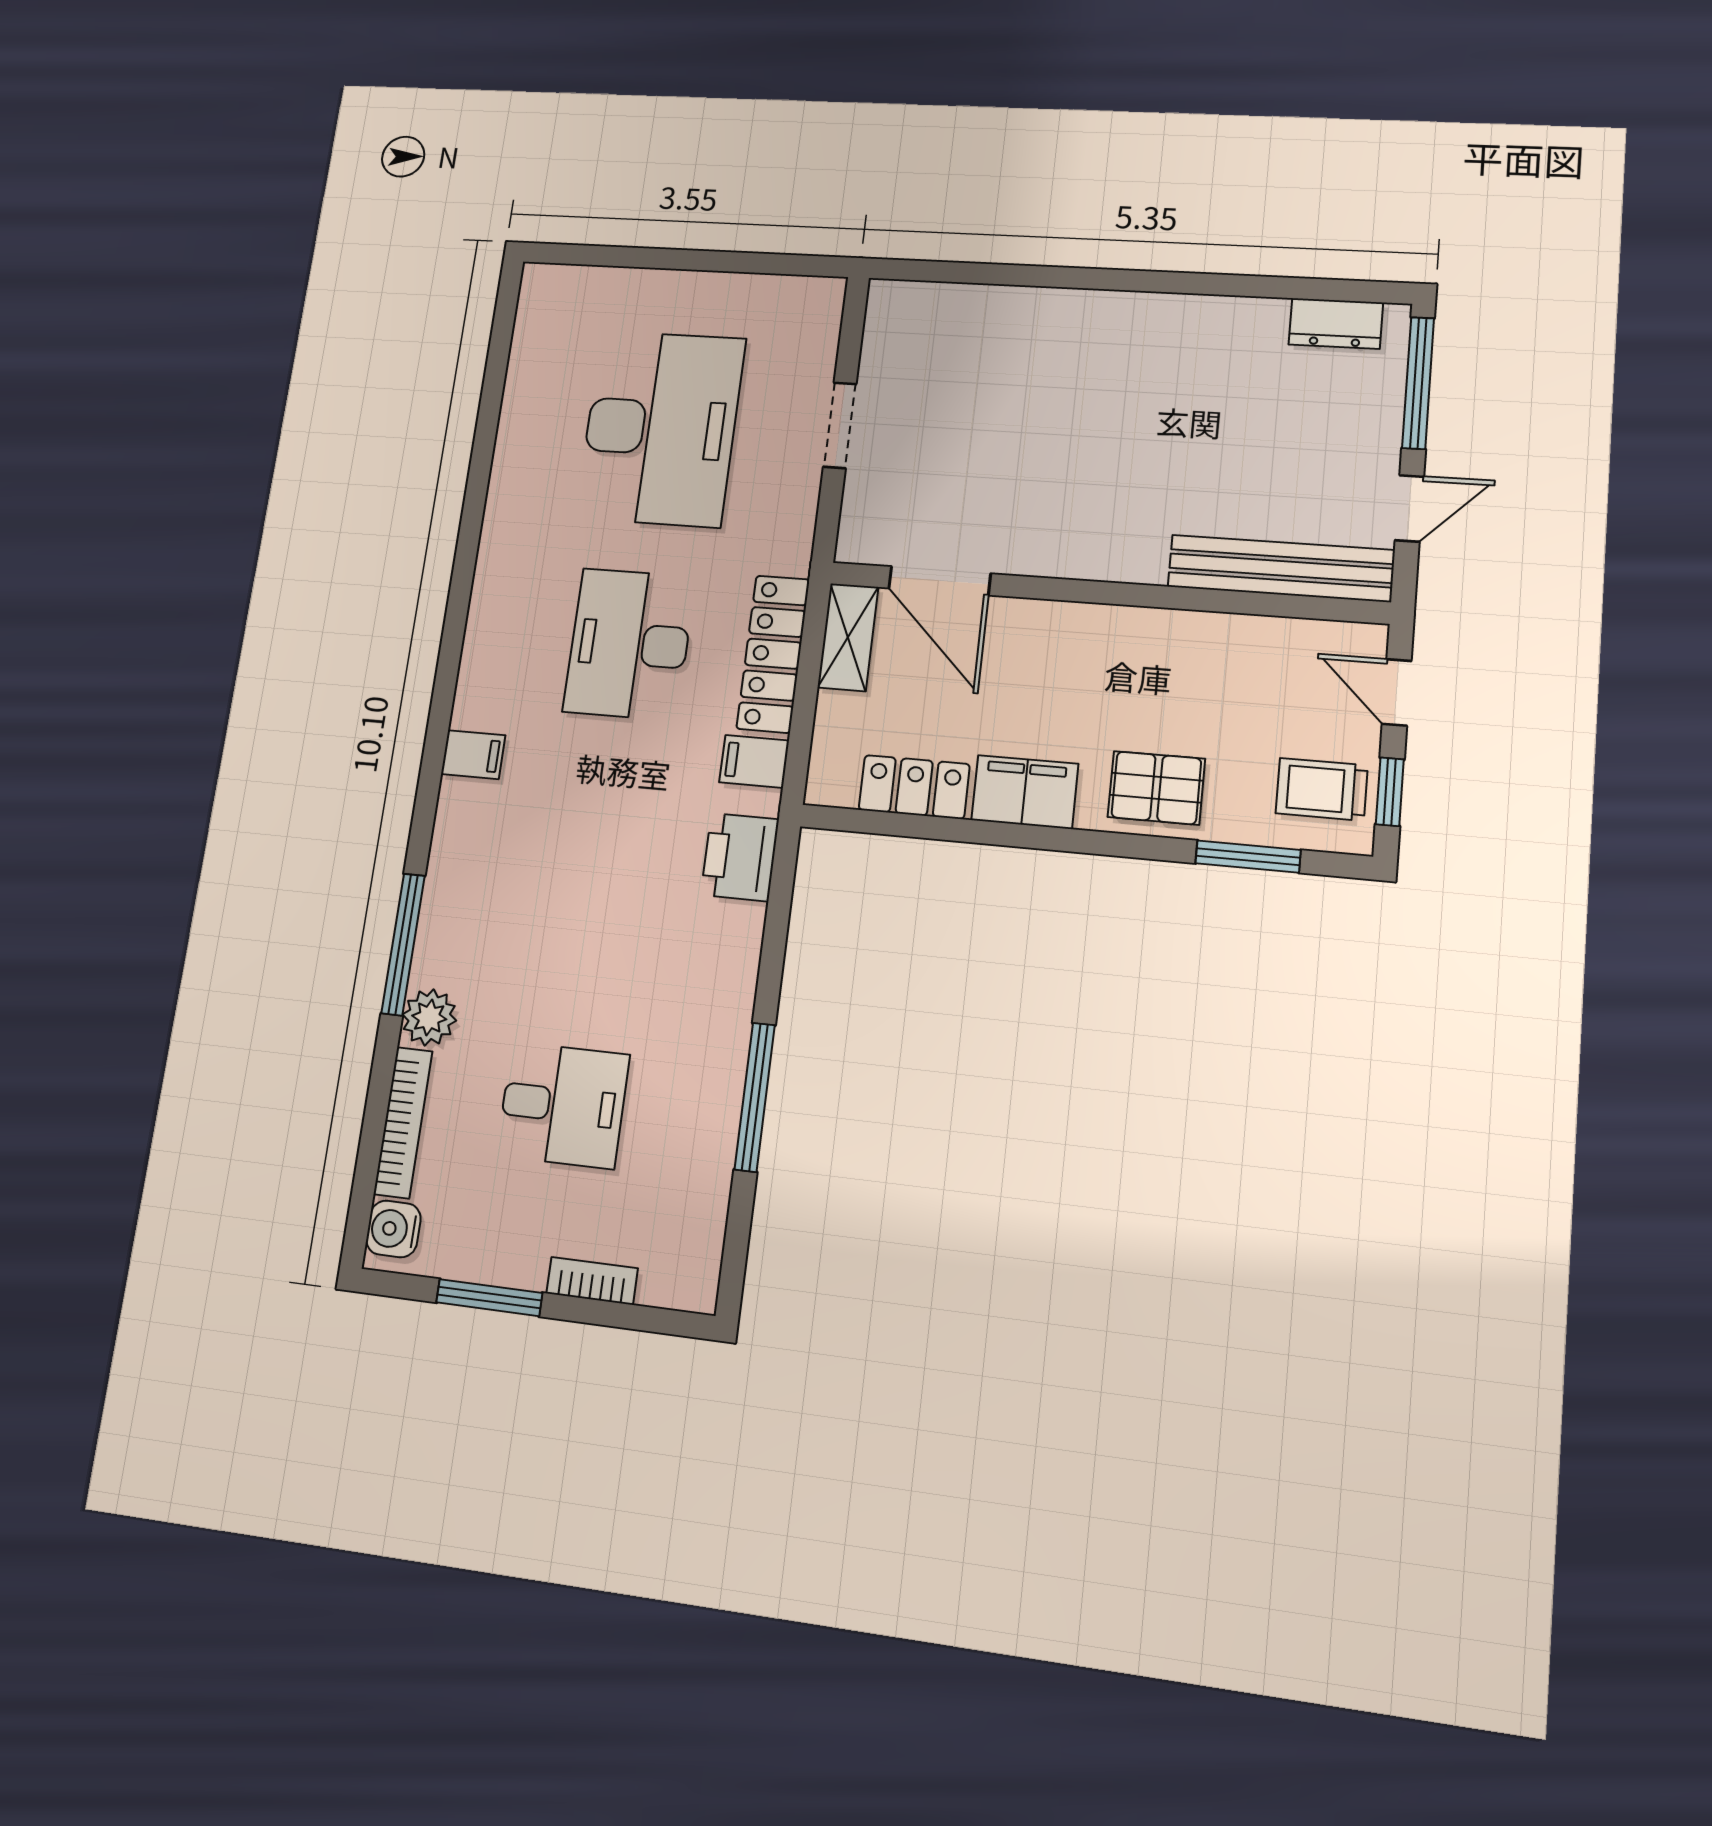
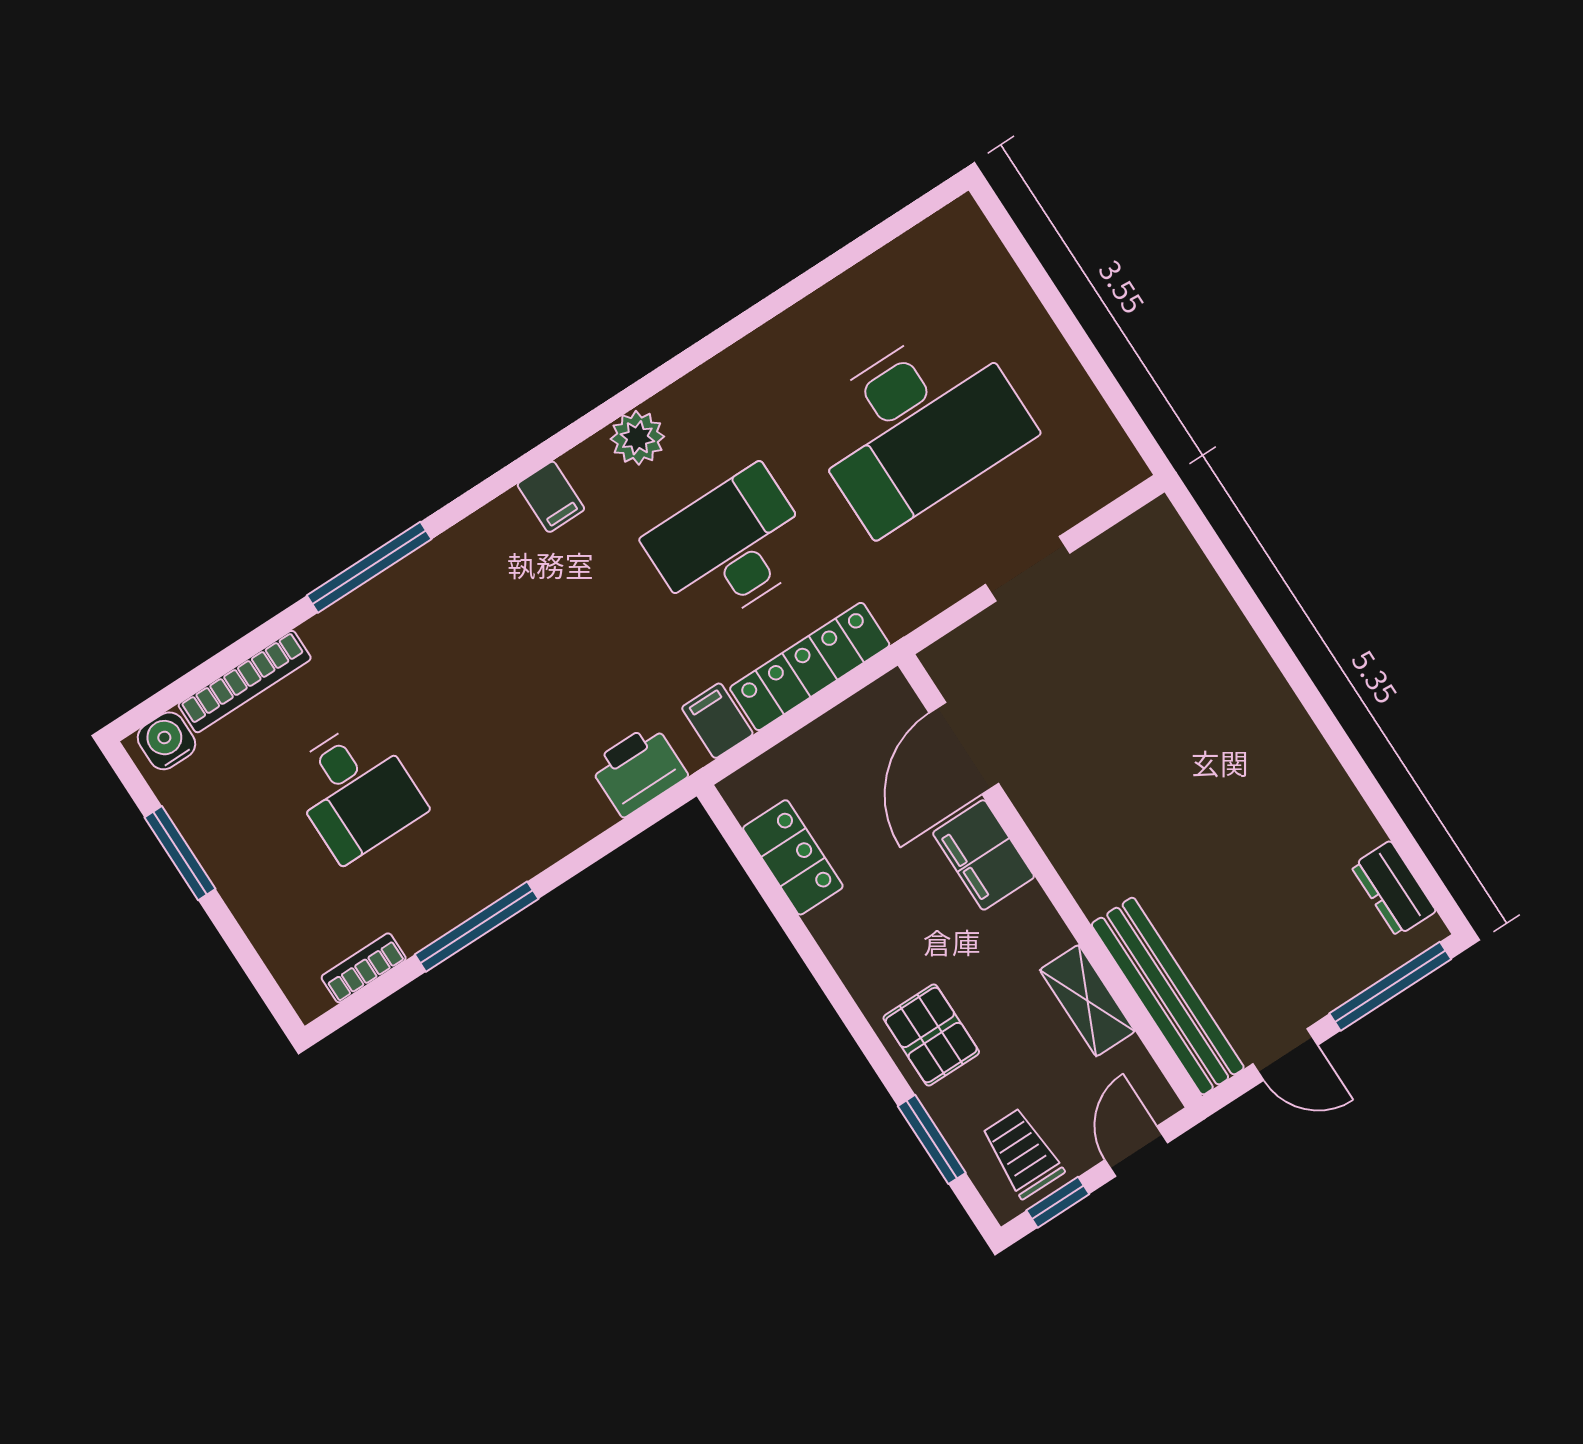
shelving: (848, 637) -> (1087, 1001), moved, turned 90
filing cabinet: (1025, 792) -> (983, 855), moved, turned 180
plant: (429, 1017) -> (637, 438), moved
bookcase: (592, 1281) -> (364, 968), moved, turned -90

